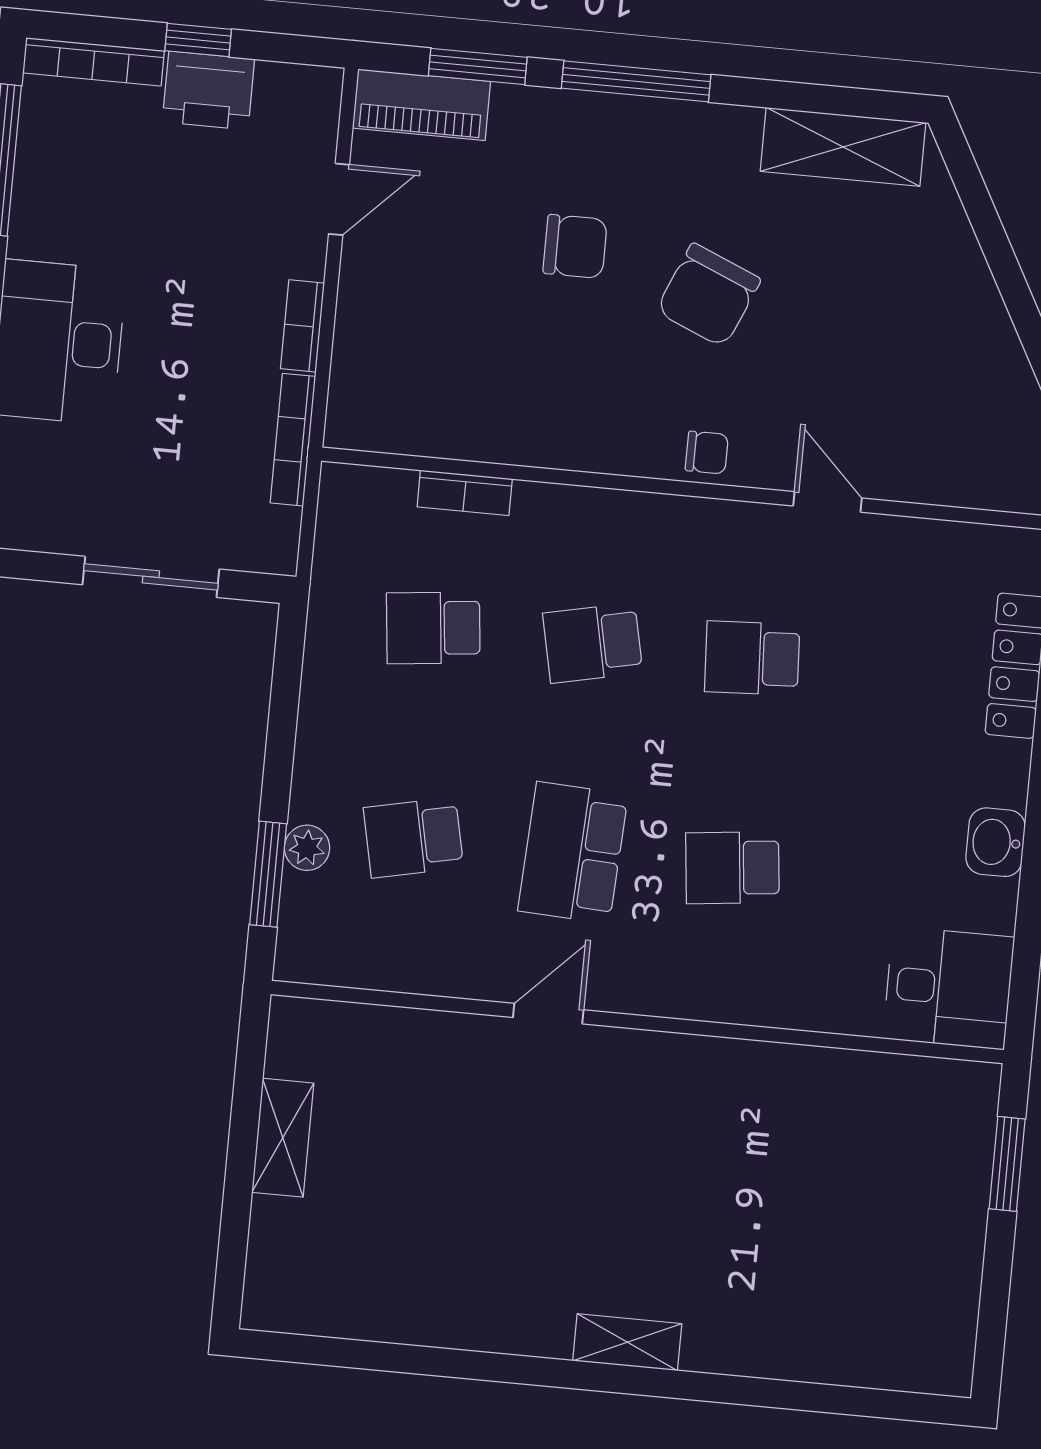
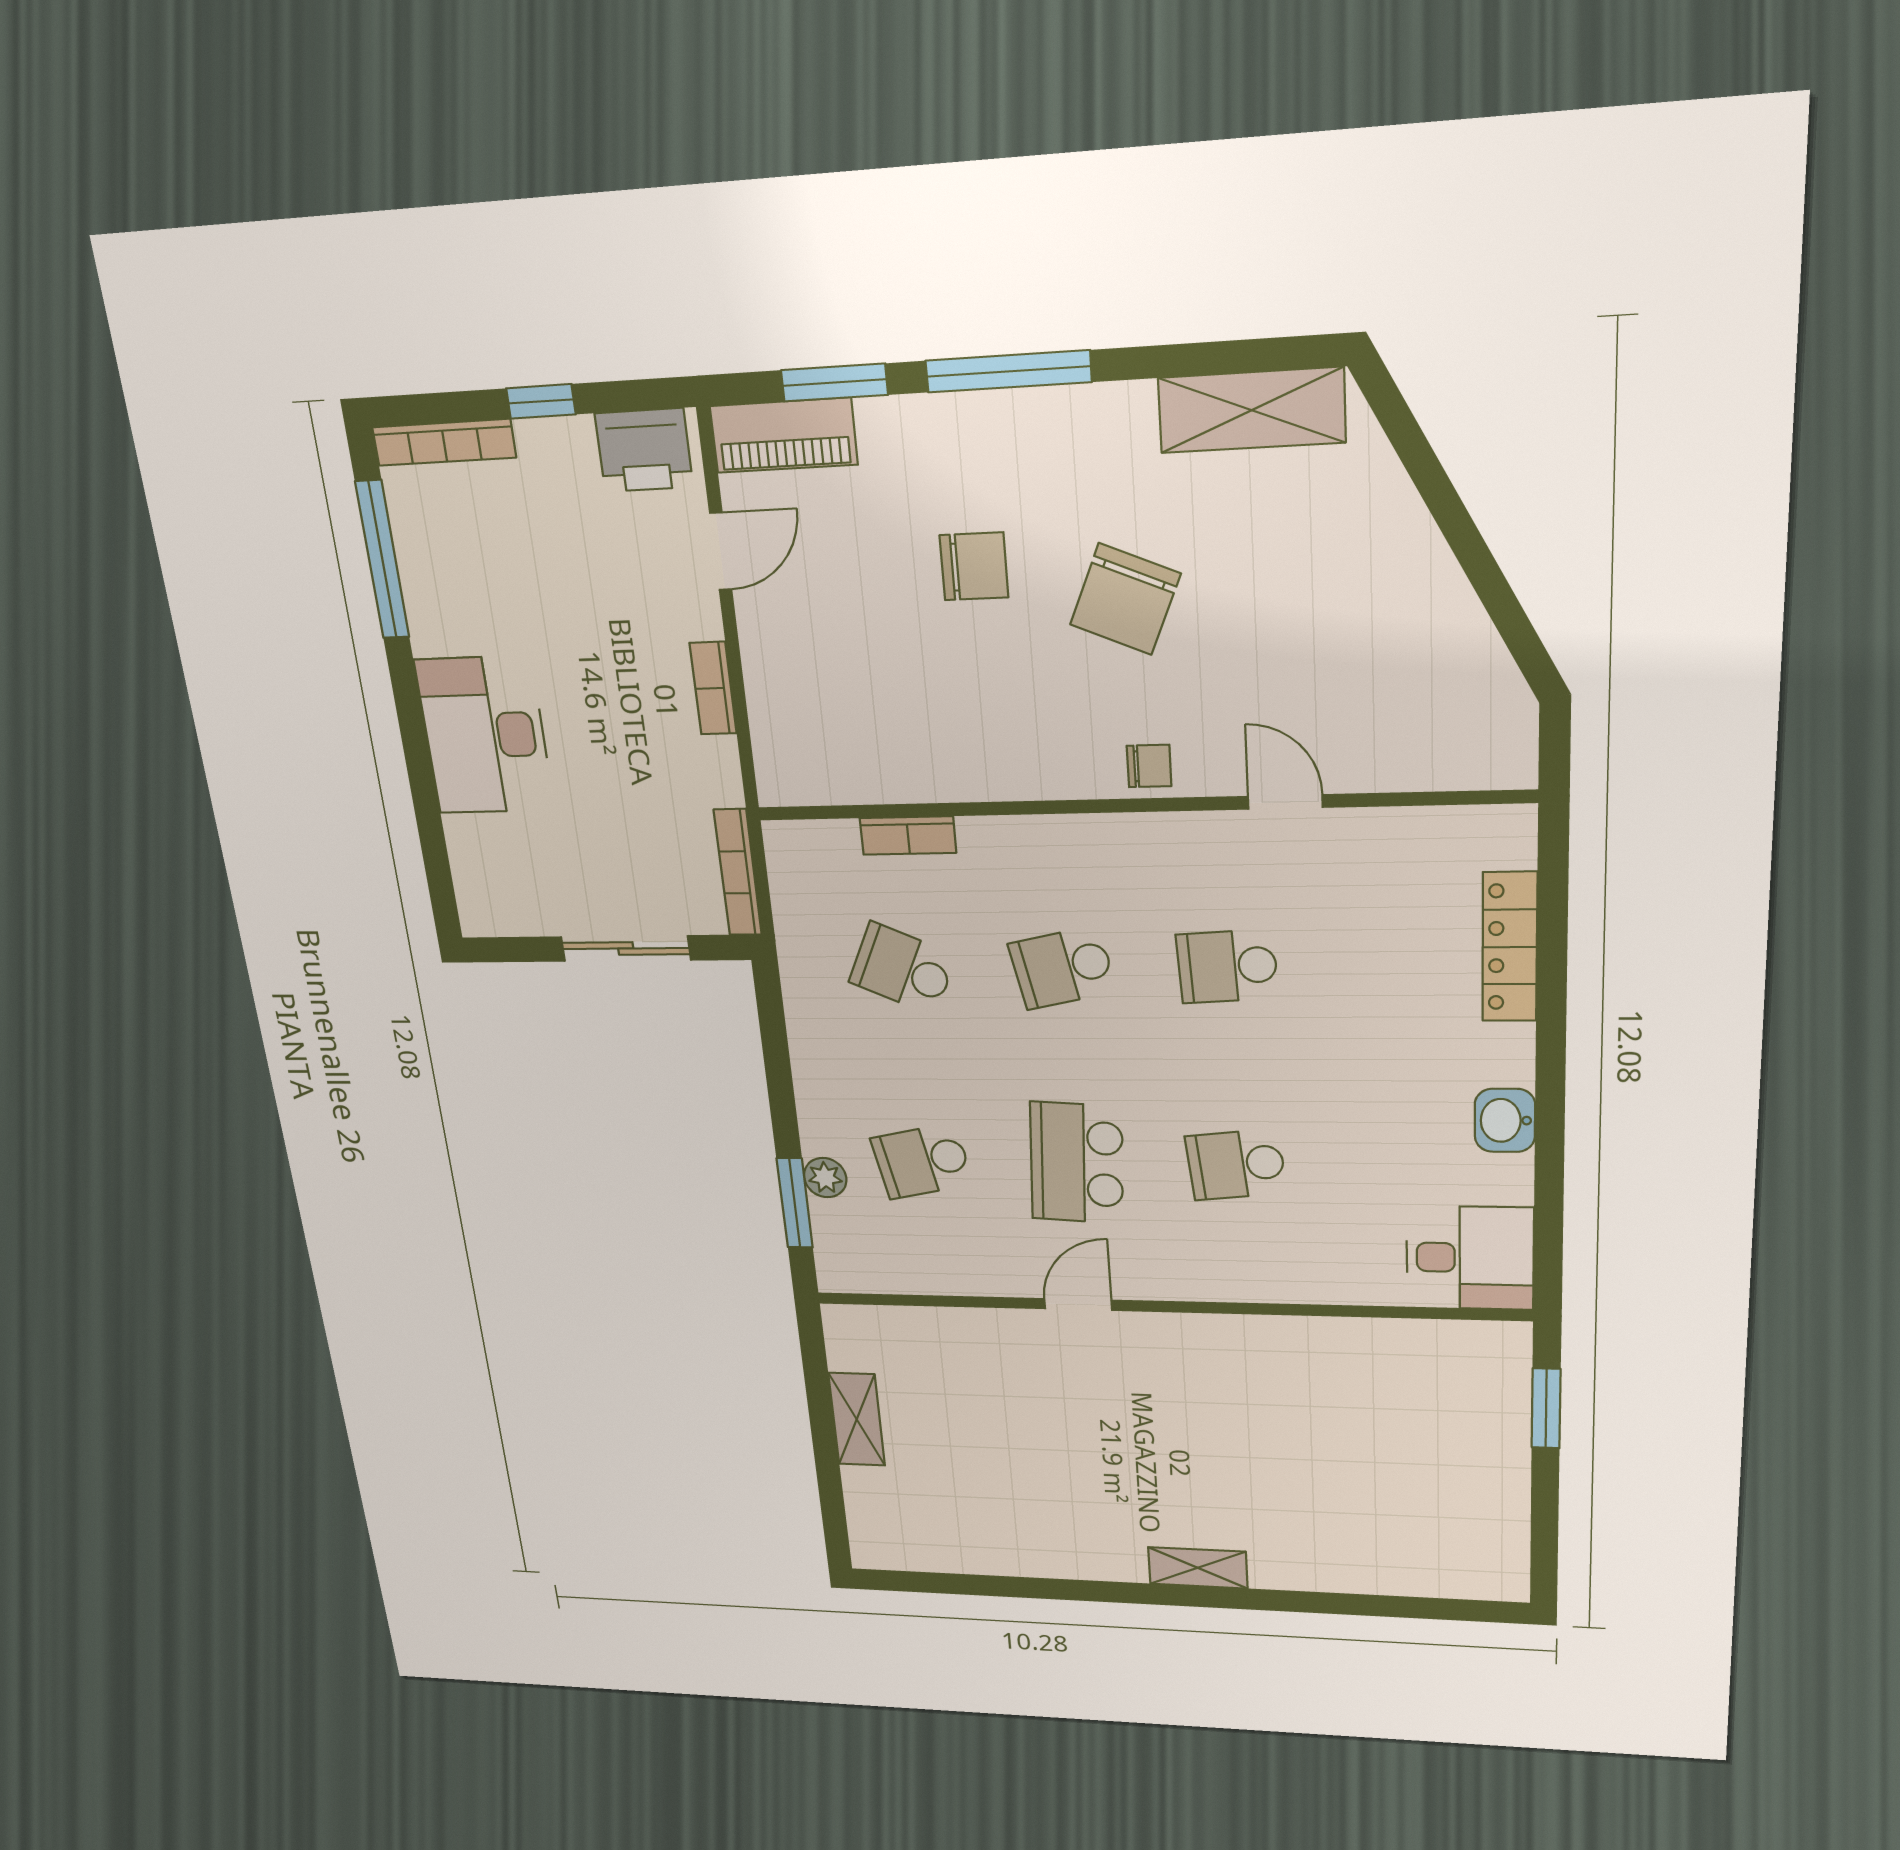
printer: (208, 91) -> (644, 450), moved
bookcase: (293, 440) -> (738, 872), moved
school desk: (433, 628) -> (903, 969), turned 30

